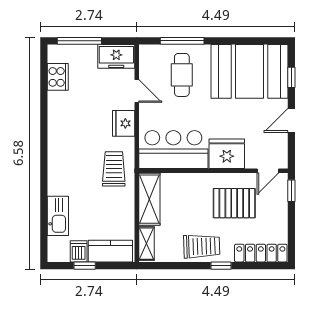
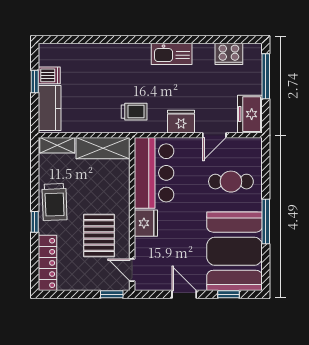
window: (182, 41) -> (266, 221), moved
fridge: (227, 154) -> (146, 223), width x0.73, depth x0.75
trolley: (114, 169) -> (134, 112), width x0.73, depth x0.72
kitchen sink: (58, 216) -> (172, 54), moved

